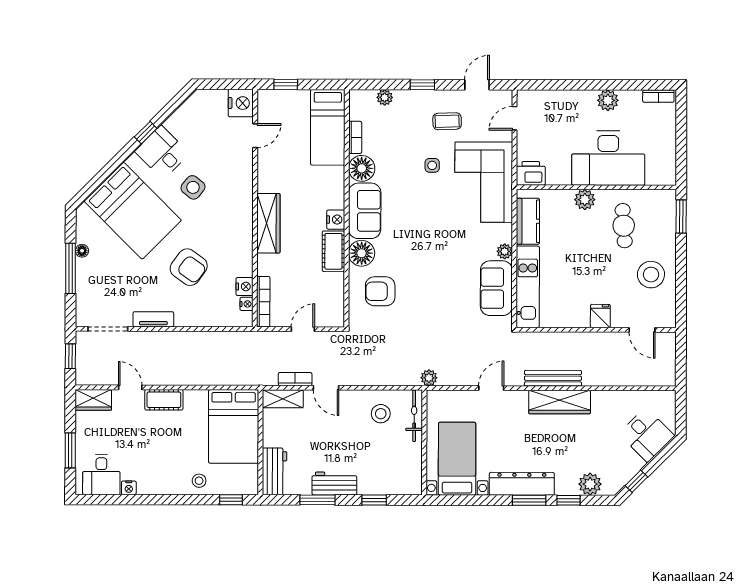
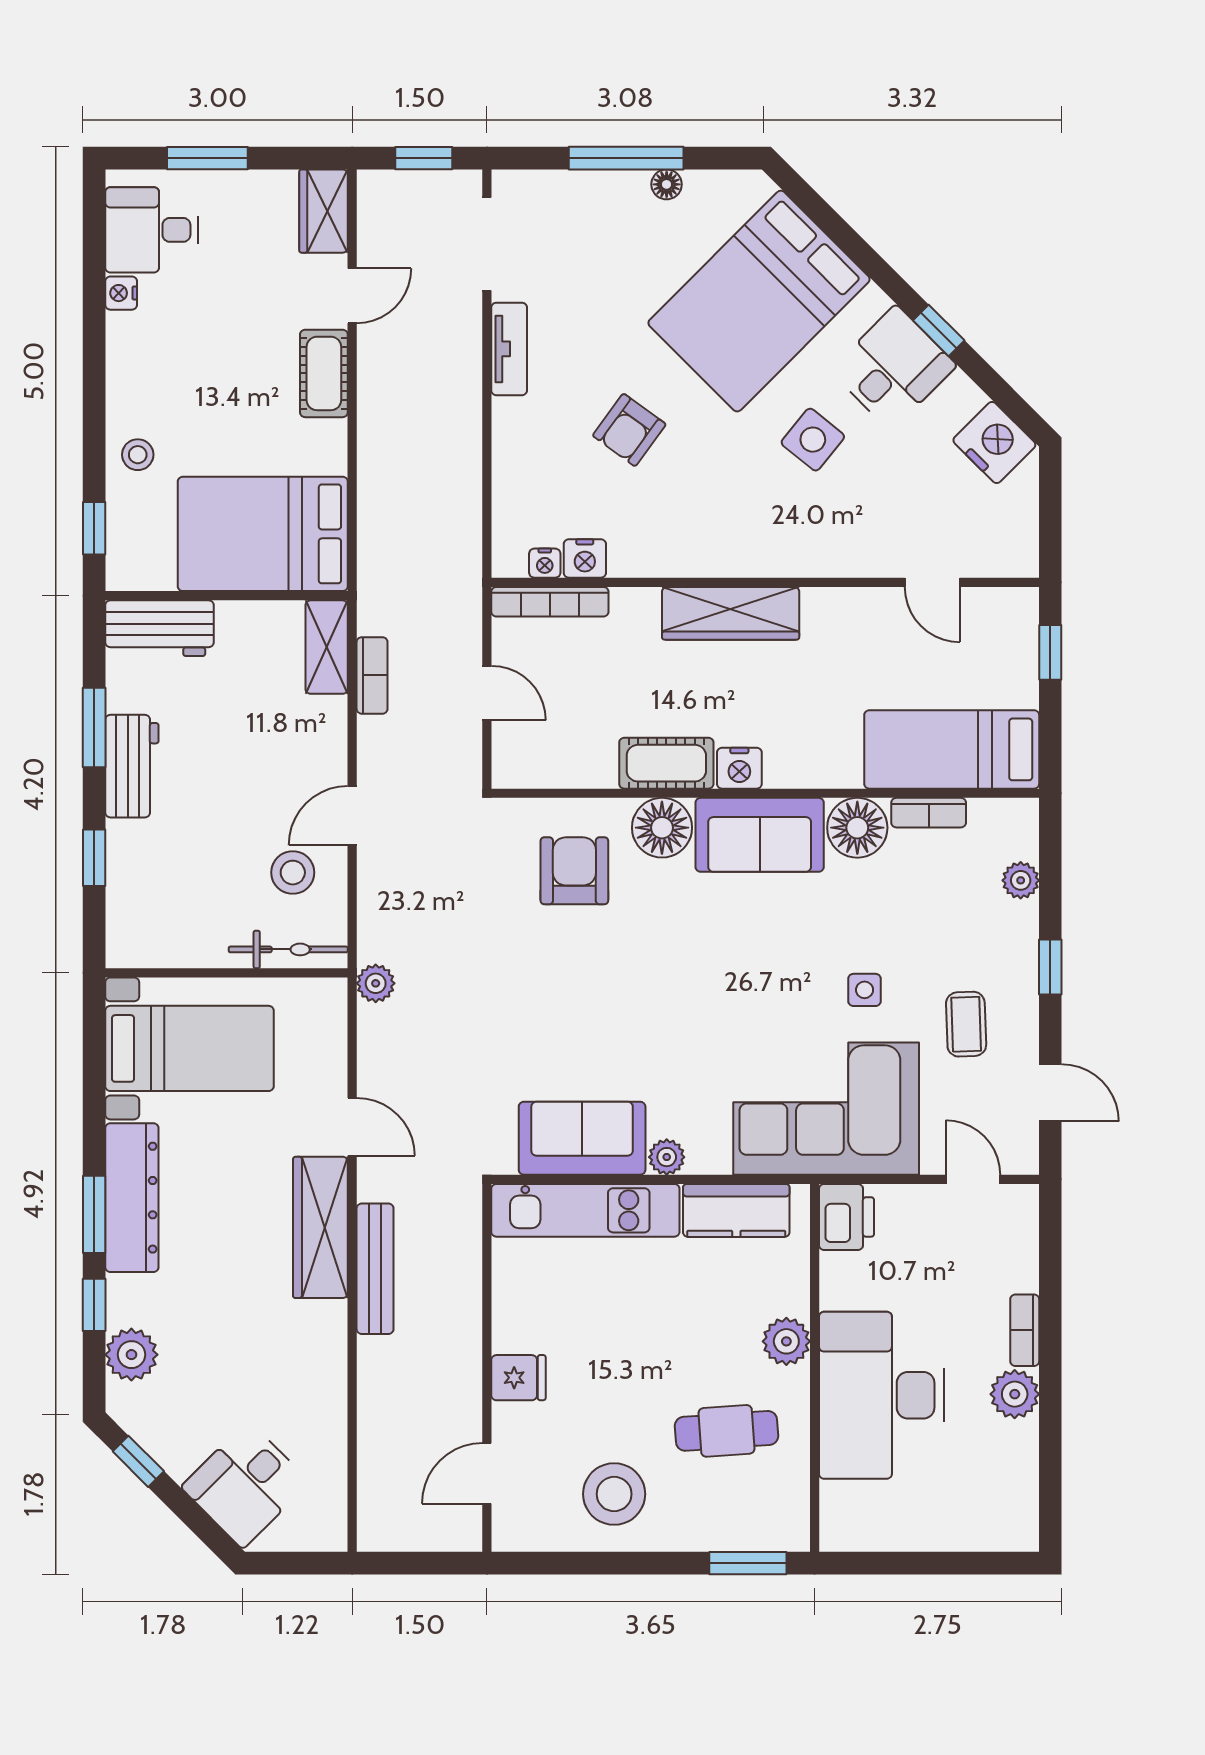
bookcase: (658, 96) -> (1025, 1330), moved
nightstand: (241, 103) -> (994, 442), moved, turned -135
armchair: (189, 267) -> (629, 430), width x0.72, depth x0.72
door: (326, 388) -> (352, 816), moved
wardrobe: (560, 402) -> (320, 1227), moved

